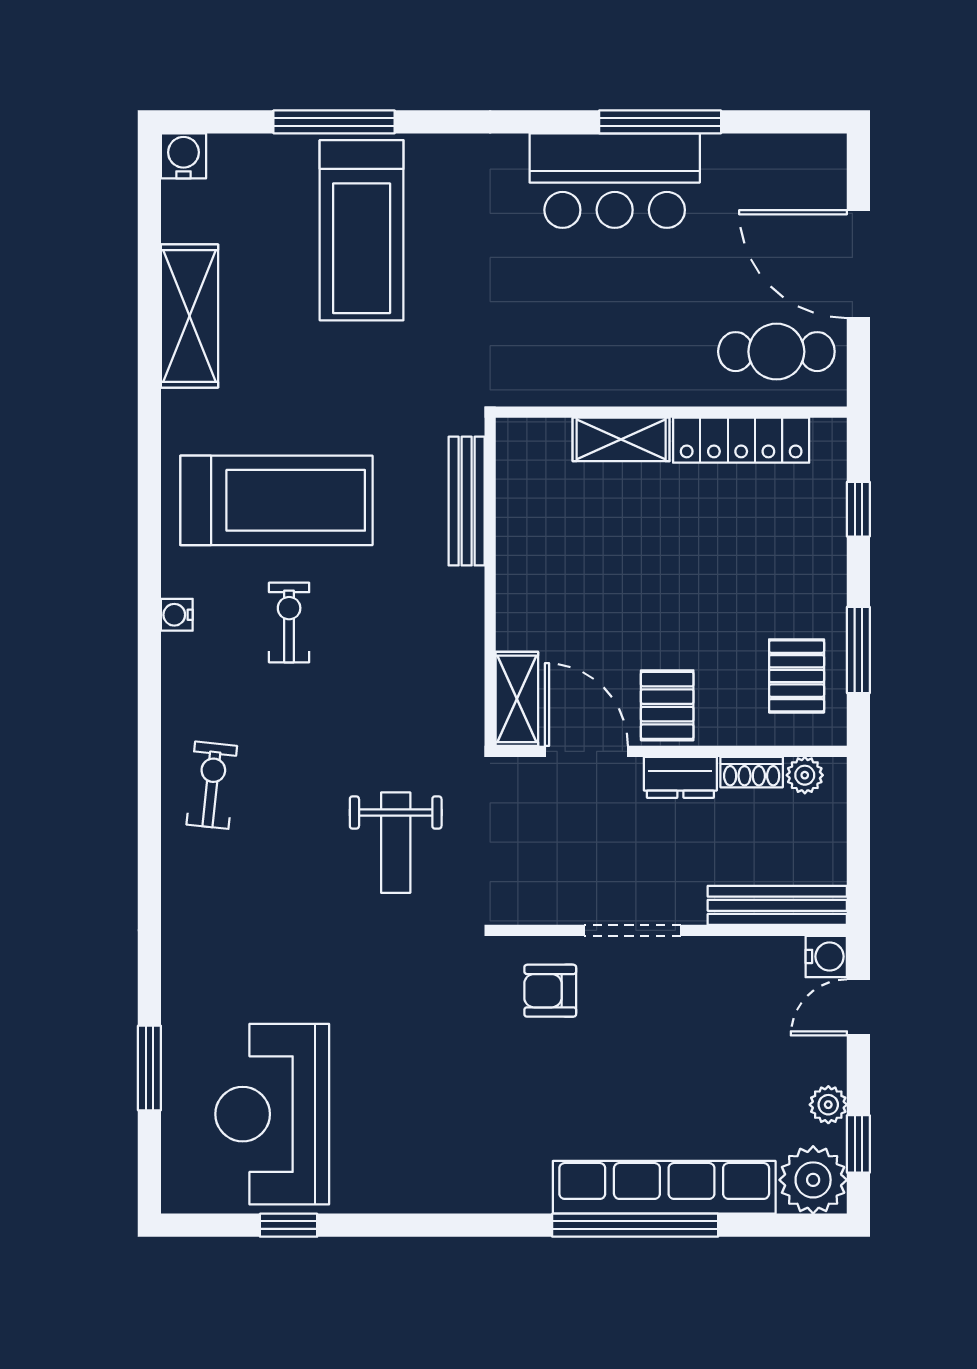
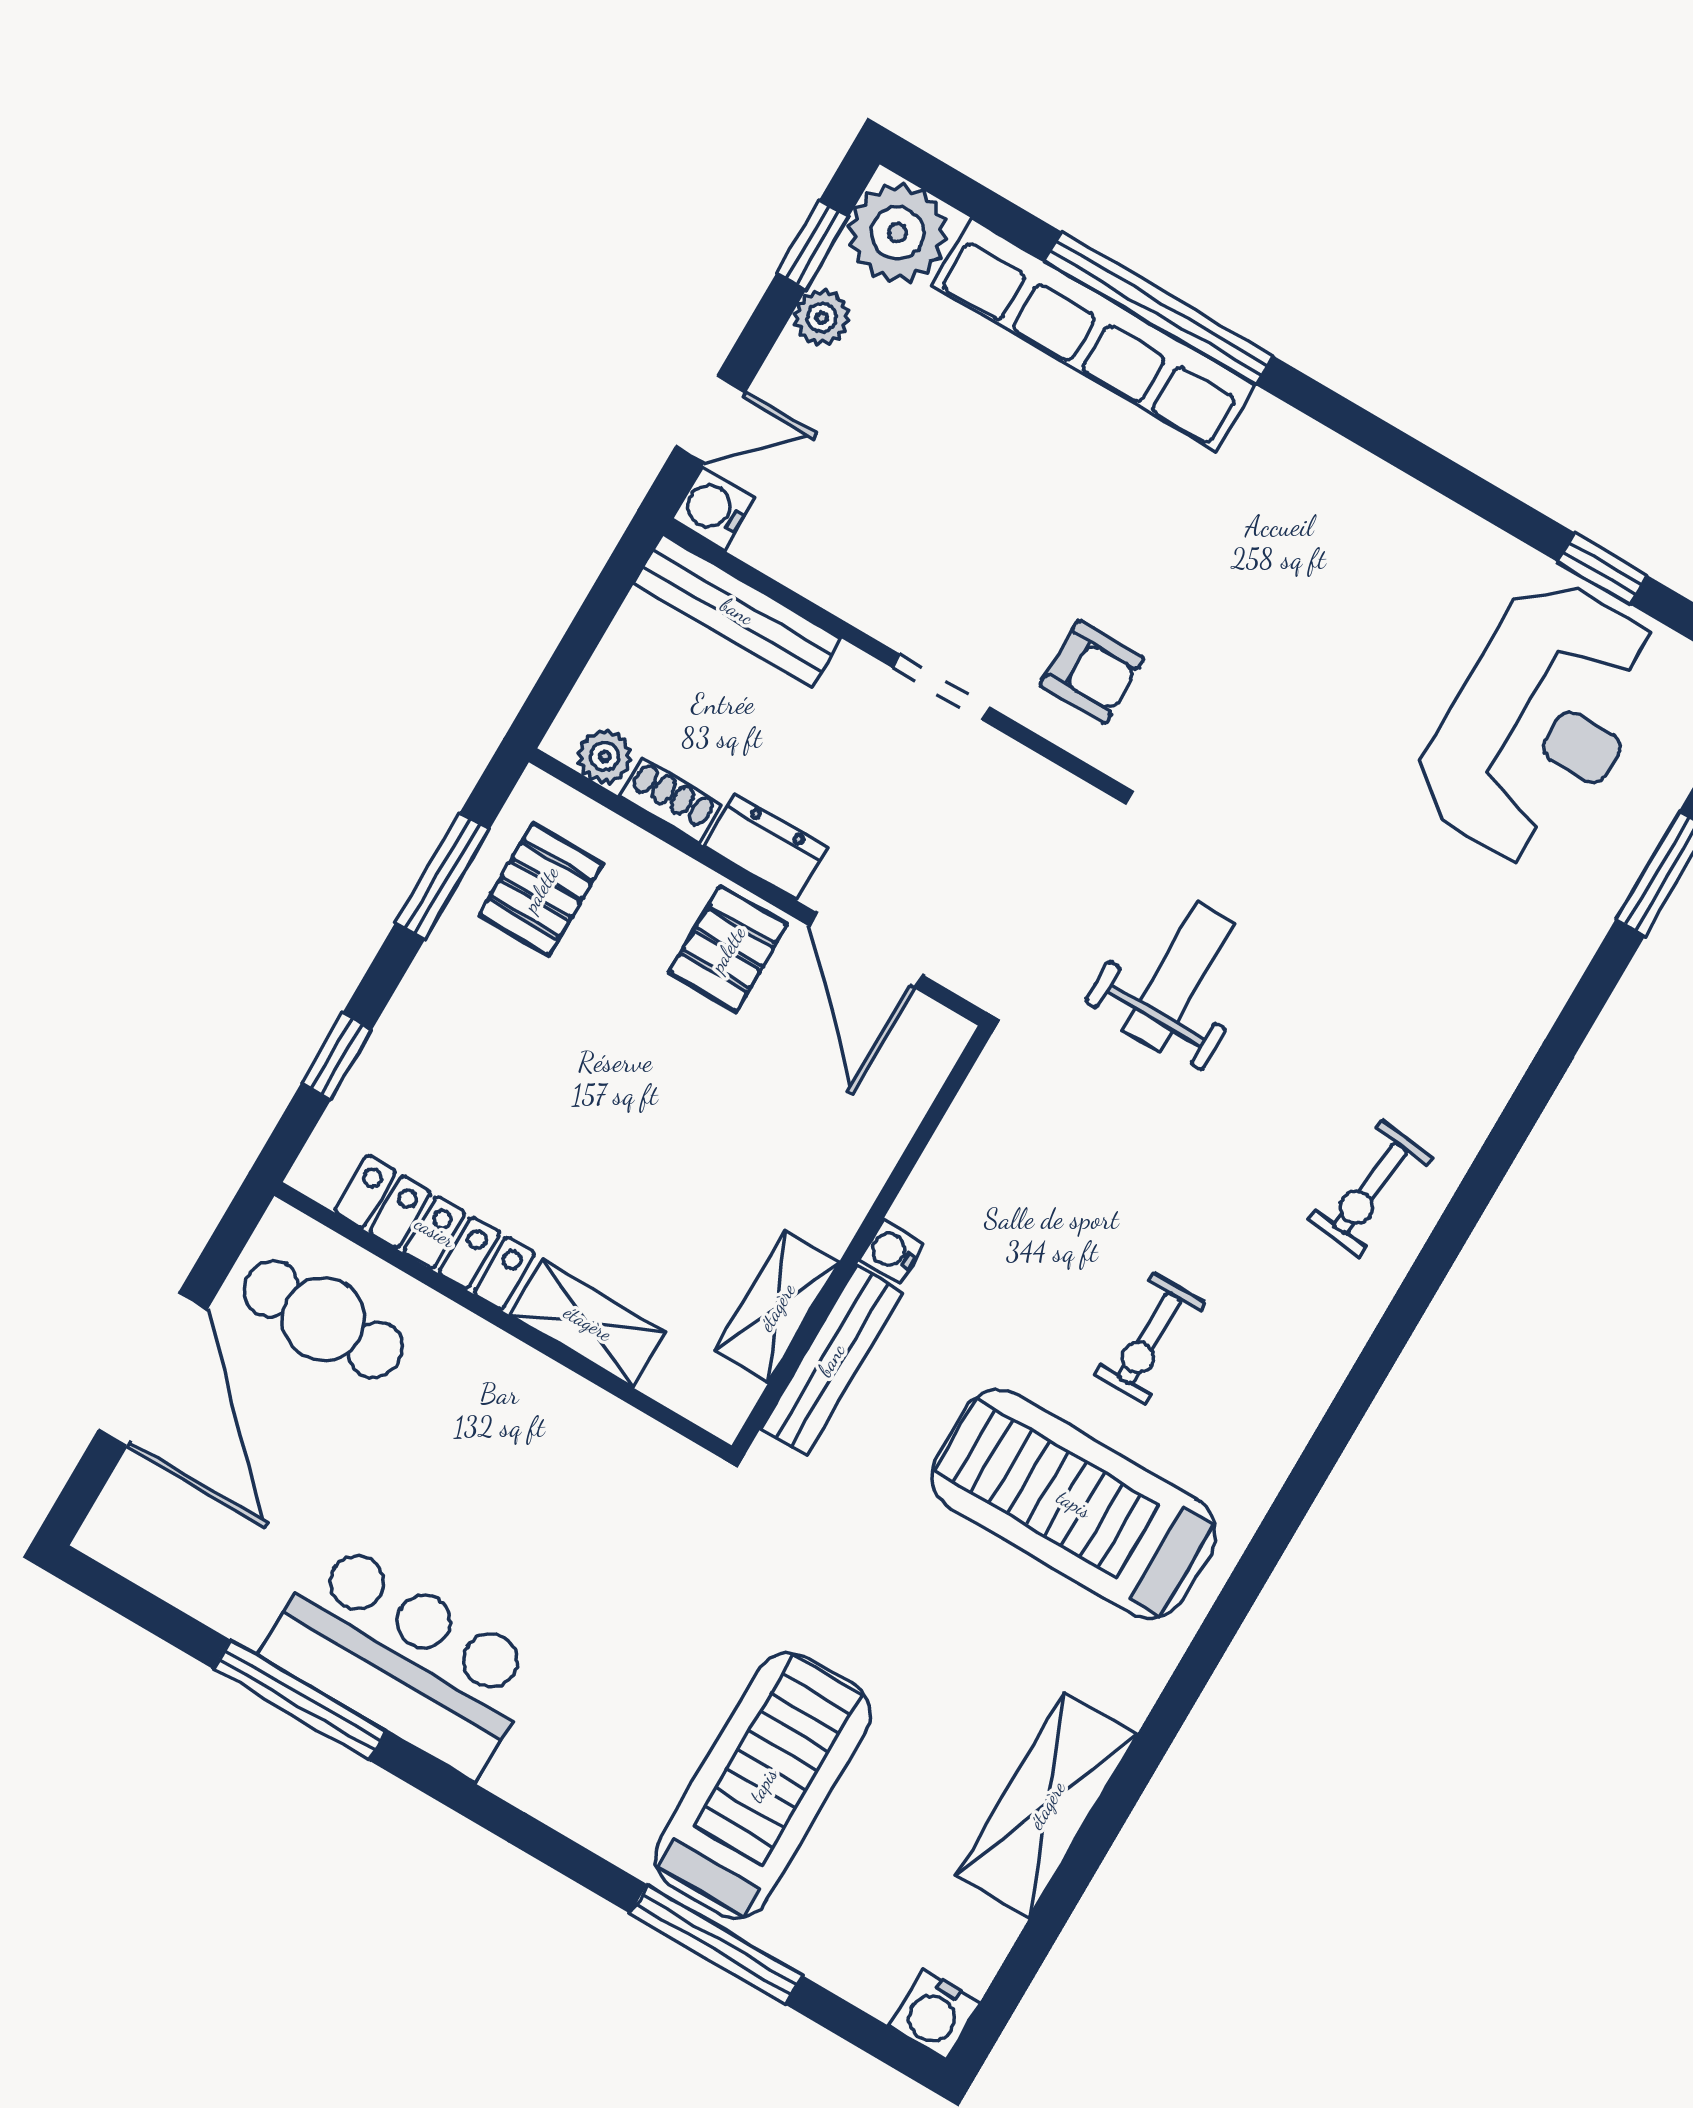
water cooler: (177, 615) -> (892, 1251), moved, turned 180
shelving: (517, 699) -> (777, 1307), moved
doorway: (633, 930) -> (941, 687), width x0.73

